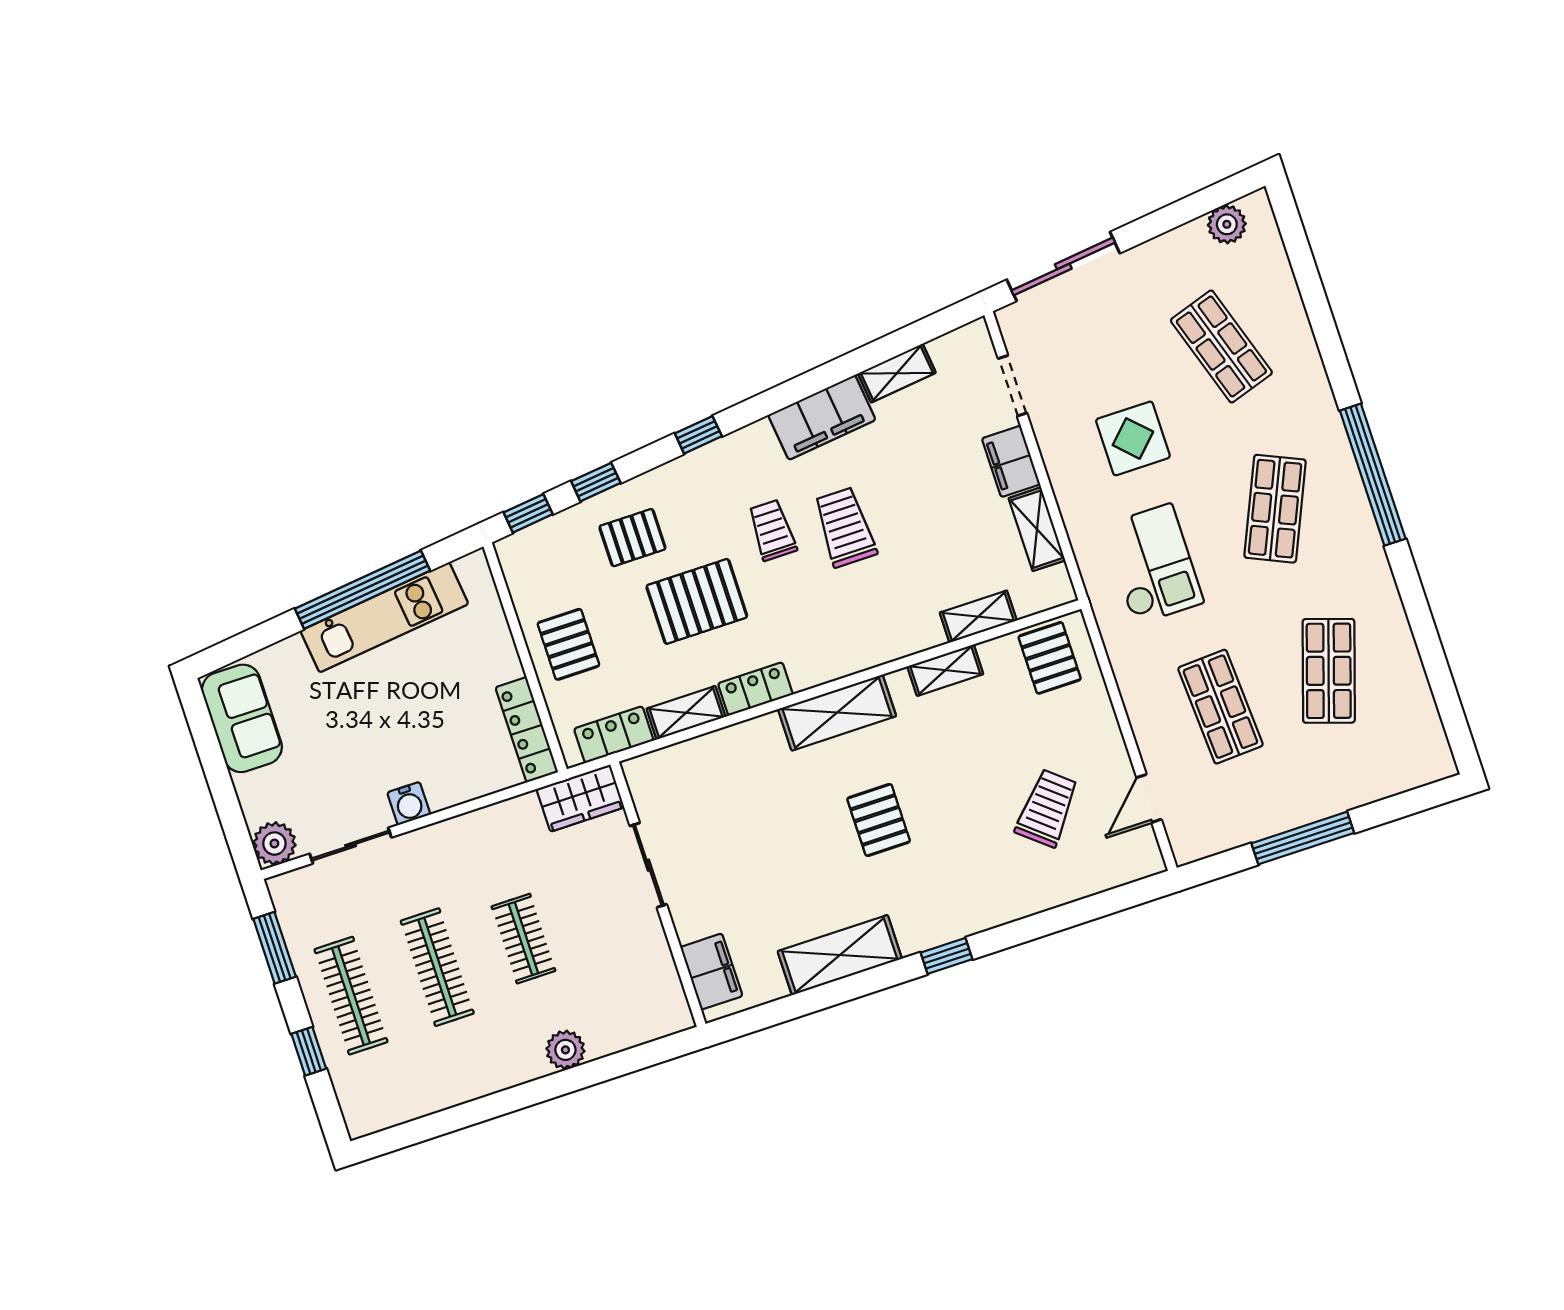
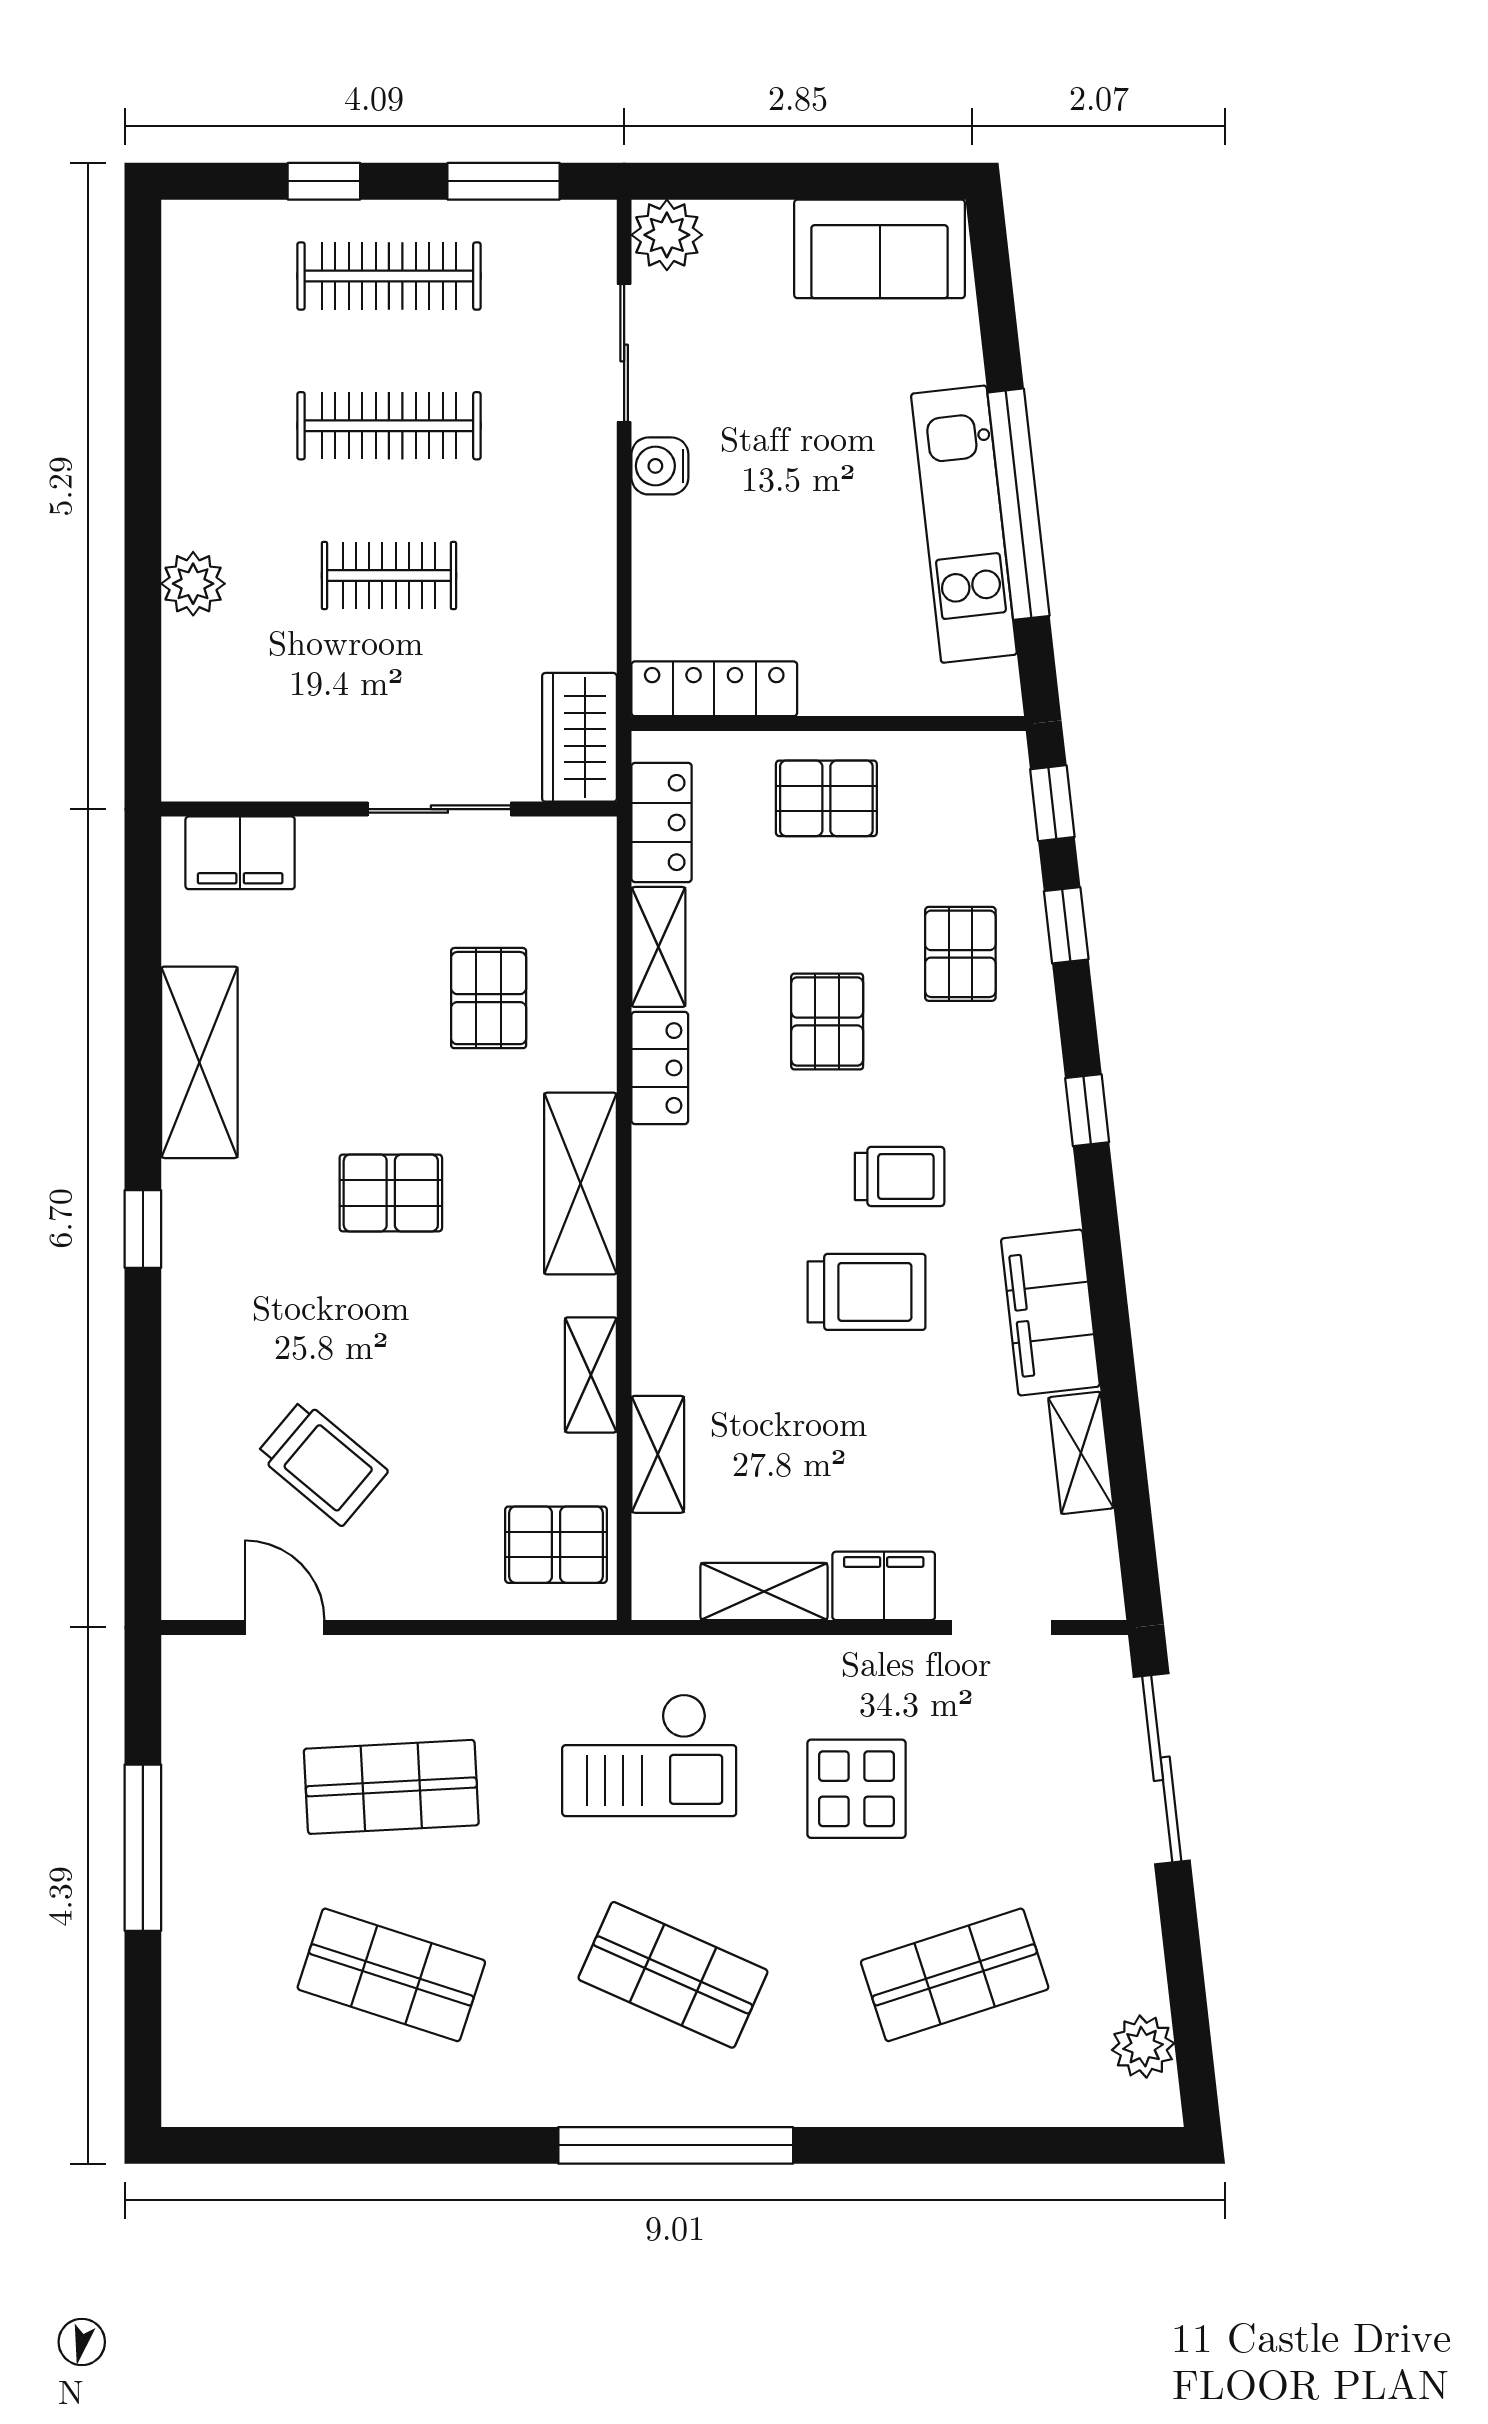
pallet: (697, 601) -> (827, 1022), width x0.67, depth x0.71
pallet: (748, 801) -> (489, 998), added

